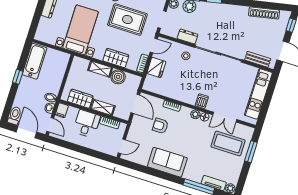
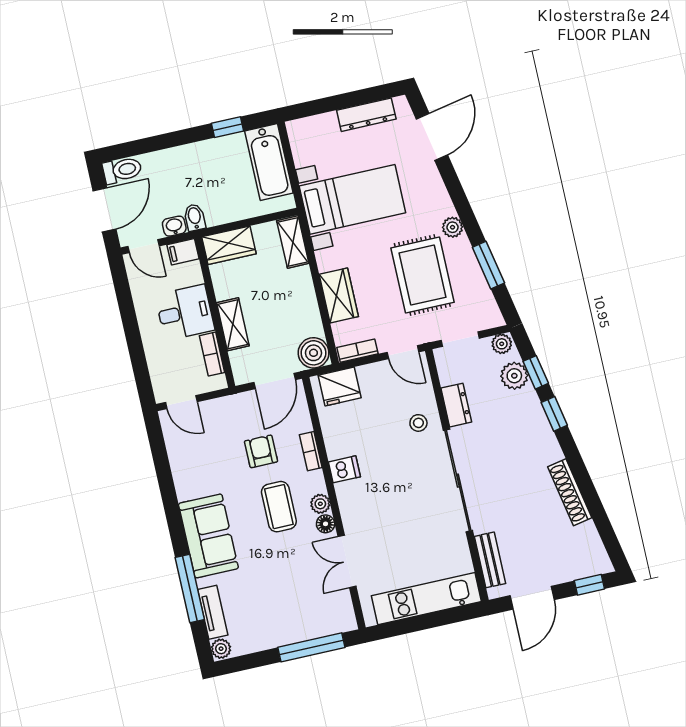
shoe rack: (264, 13) -> (570, 492), moved
bathtub: (35, 61) -> (269, 162), moved, turned 90
fridge: (156, 68) -> (340, 386), moved
shelving: (100, 69) -> (293, 242), moved
window: (18, 77) -> (227, 127), moved
boiler: (118, 77) -> (314, 353), moved
wardrobe: (80, 99) -> (229, 245), moved, turned 90
dishwasher: (202, 101) -> (344, 469), moved
door: (50, 125) -> (143, 246), hinge flipped
coffee table: (228, 143) -> (279, 507), moved, width x0.73, depth x0.76
window: (251, 152) -> (311, 647), width x1.44
sofa: (167, 162) -> (208, 536), moved

